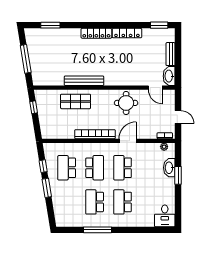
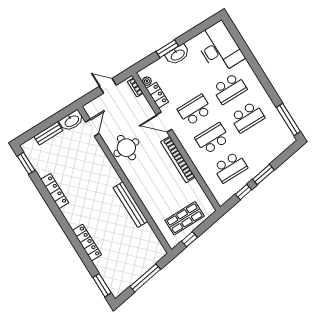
window: (50, 25) -> (102, 285), moved
locker: (96, 33) -> (87, 243), moved
shop shelf: (76, 101) -> (185, 218), moved, turned 90
door: (178, 117) -> (108, 86), hinge flipped
locker: (150, 148) -> (157, 95), added
school desk: (123, 168) -> (195, 110), turned 180
washbasin: (169, 168) -> (178, 55), moved
desk: (165, 216) -> (219, 48), width x1.87, depth x1.30
window: (98, 230) -> (288, 119), moved

